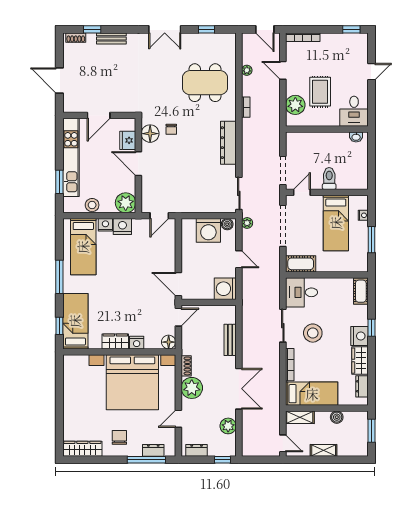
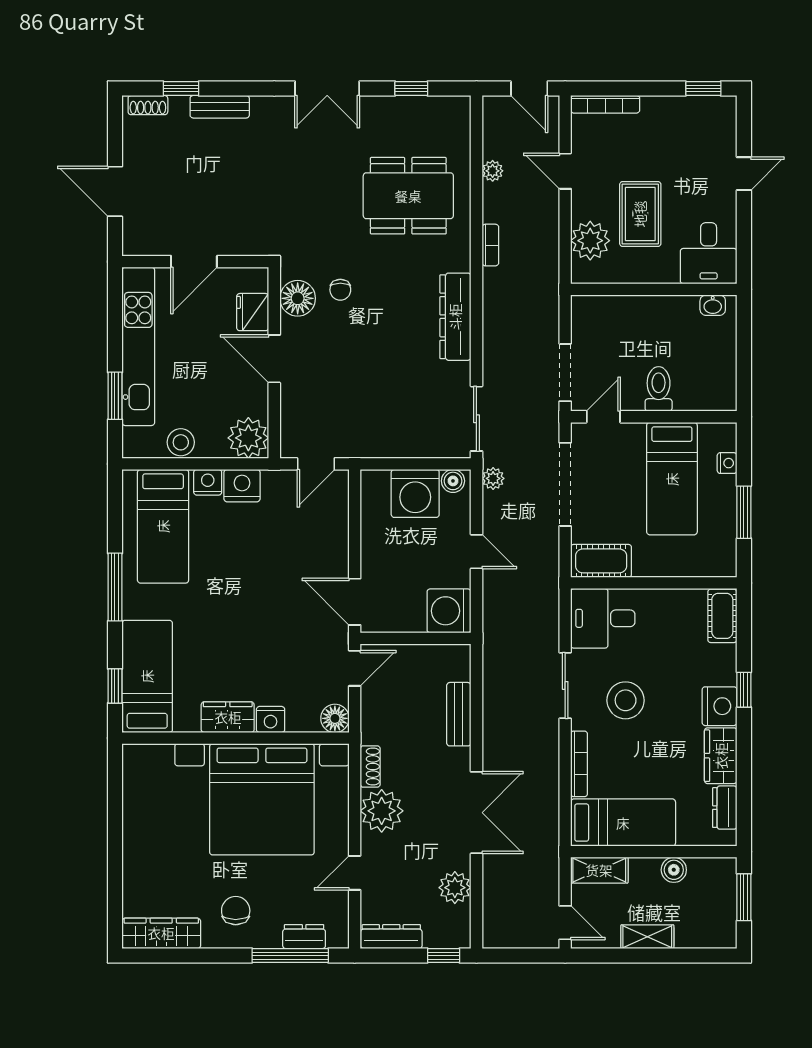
dresser: (197, 450) -> (391, 937), width x1.44

